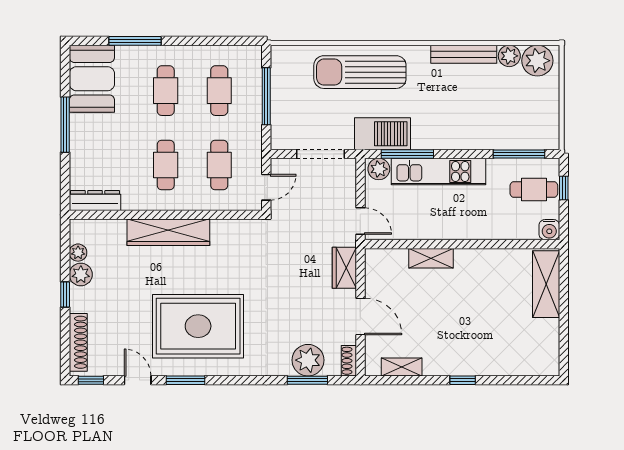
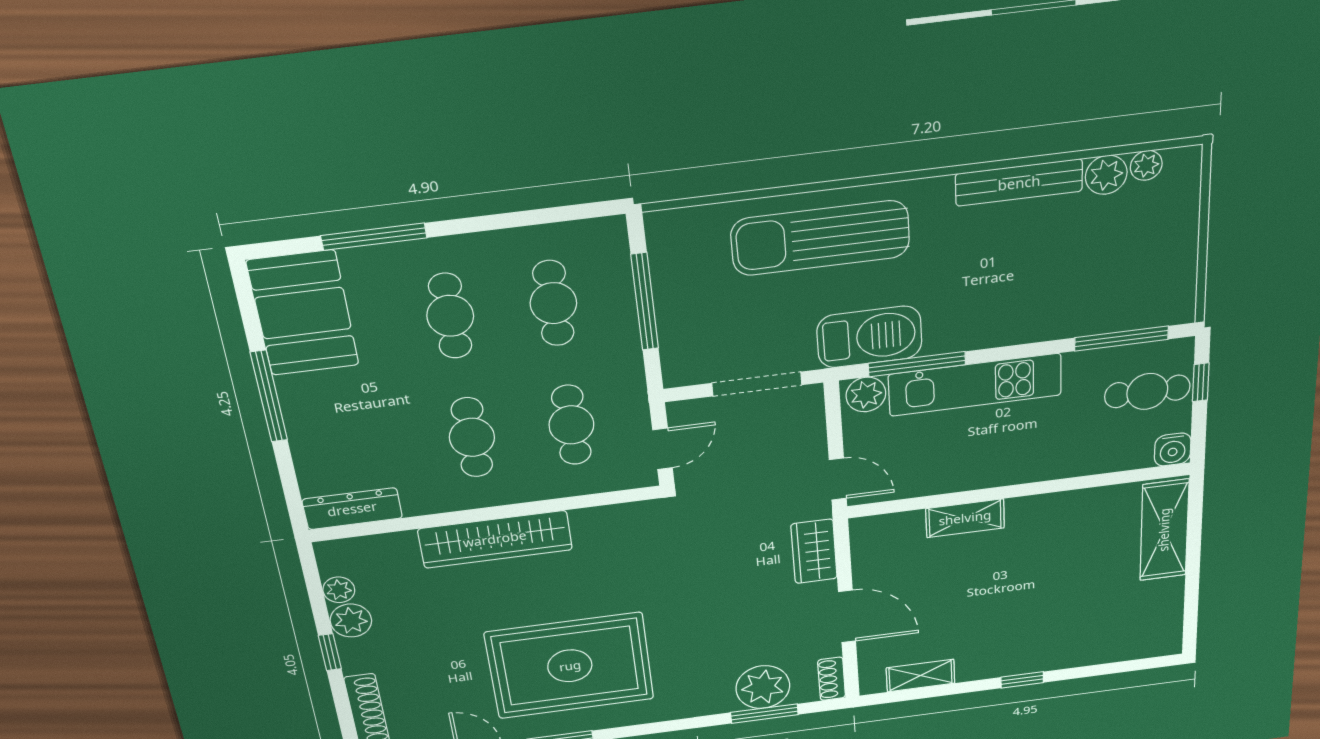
plant: (537, 61) -> (1146, 165), width x0.53, depth x0.53

